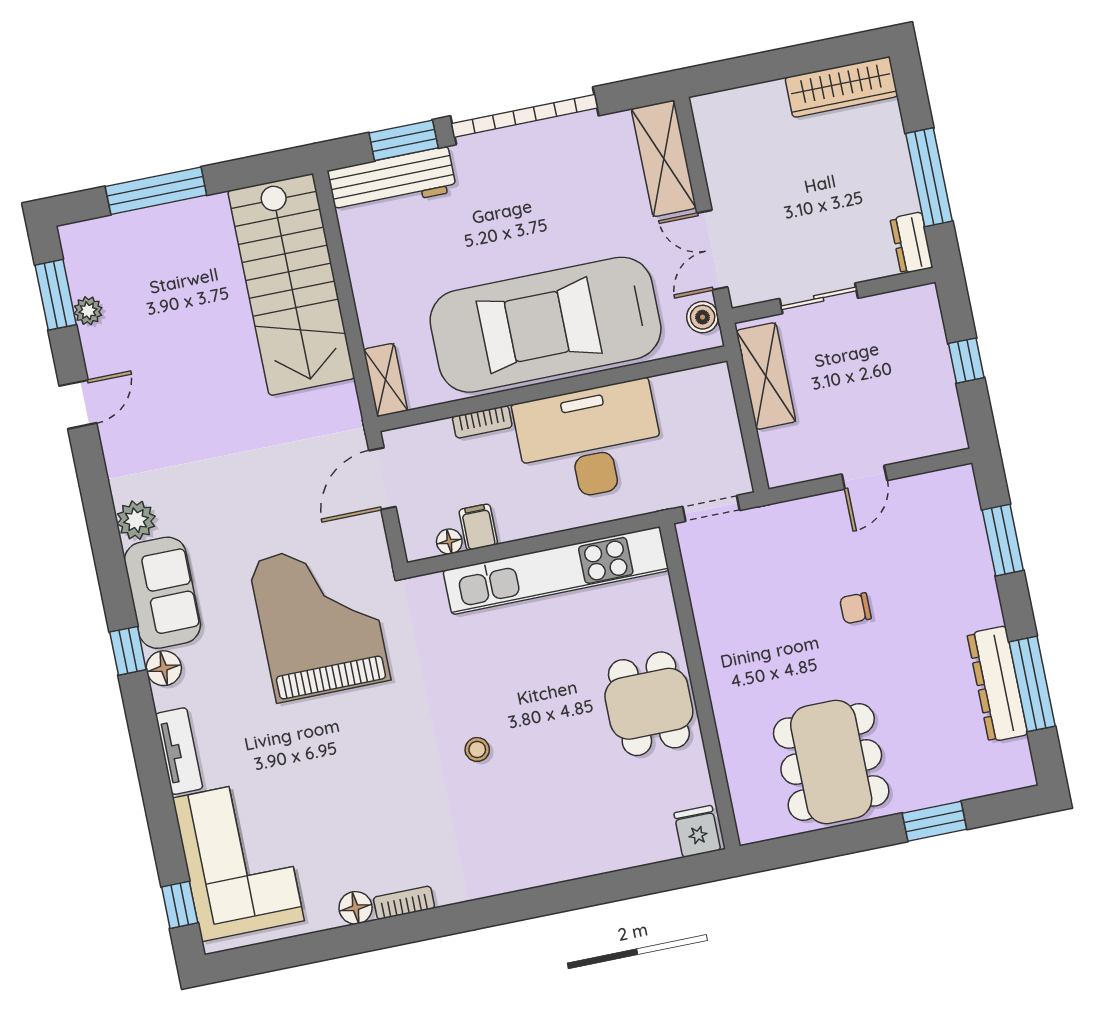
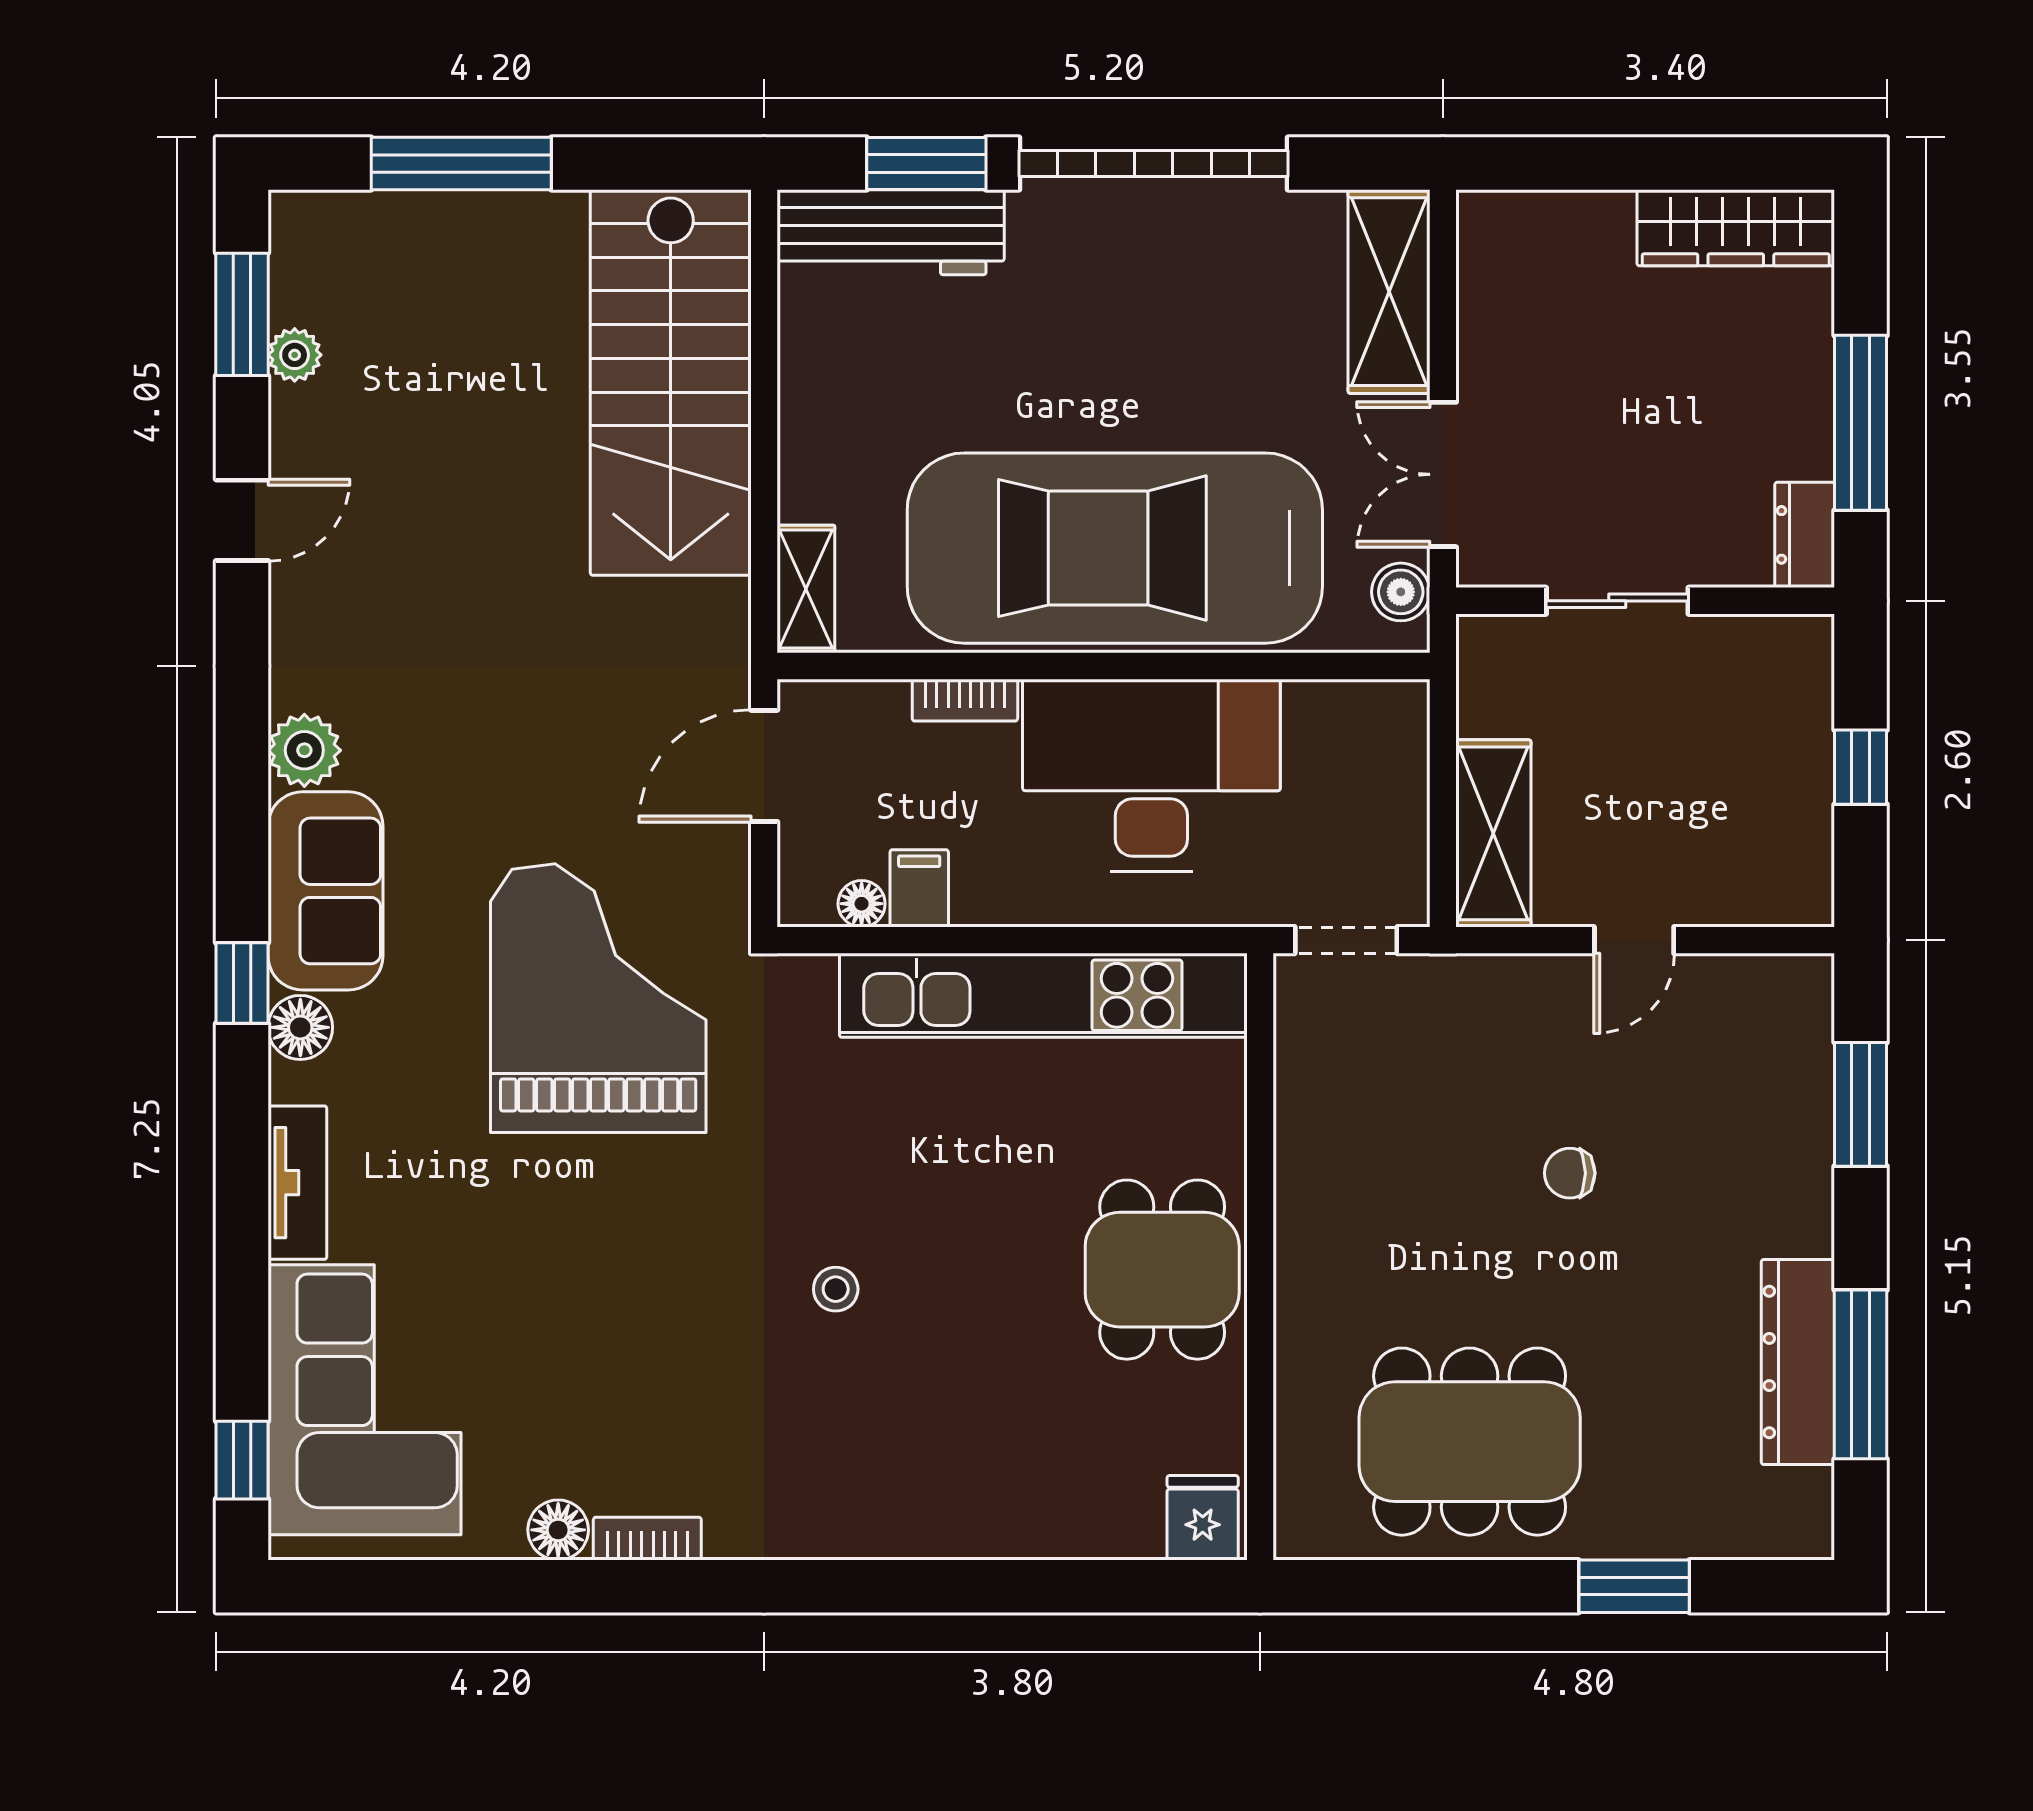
shelving: (766, 376) -> (1493, 833), moved
dining table: (831, 762) -> (1470, 1442), turned 90

